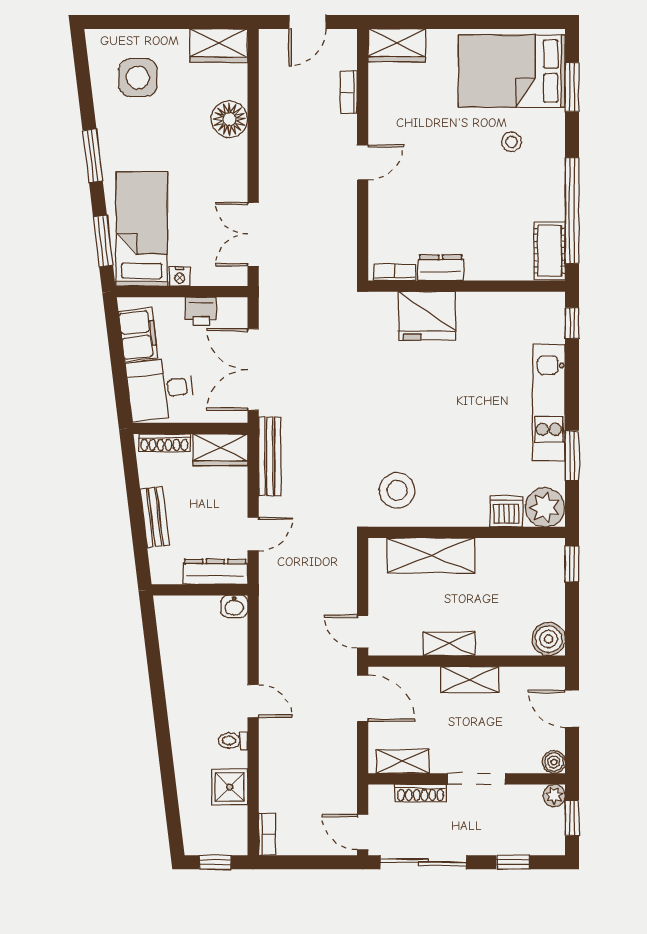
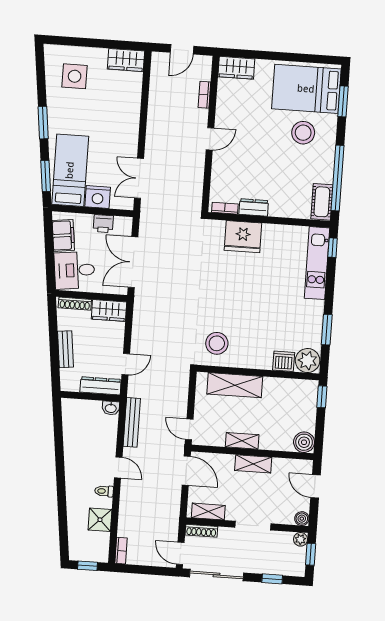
floor lamp: (229, 119) -> (129, 106), removed
stool: (512, 142) -> (303, 133), width x1.89, depth x1.89
nightstand: (180, 276) -> (98, 197), width x1.89, depth x1.79
kitchen unit: (549, 403) -> (317, 263), moved
bench: (270, 456) -> (132, 422), moved
shoe rack: (421, 793) -> (201, 531), moved

